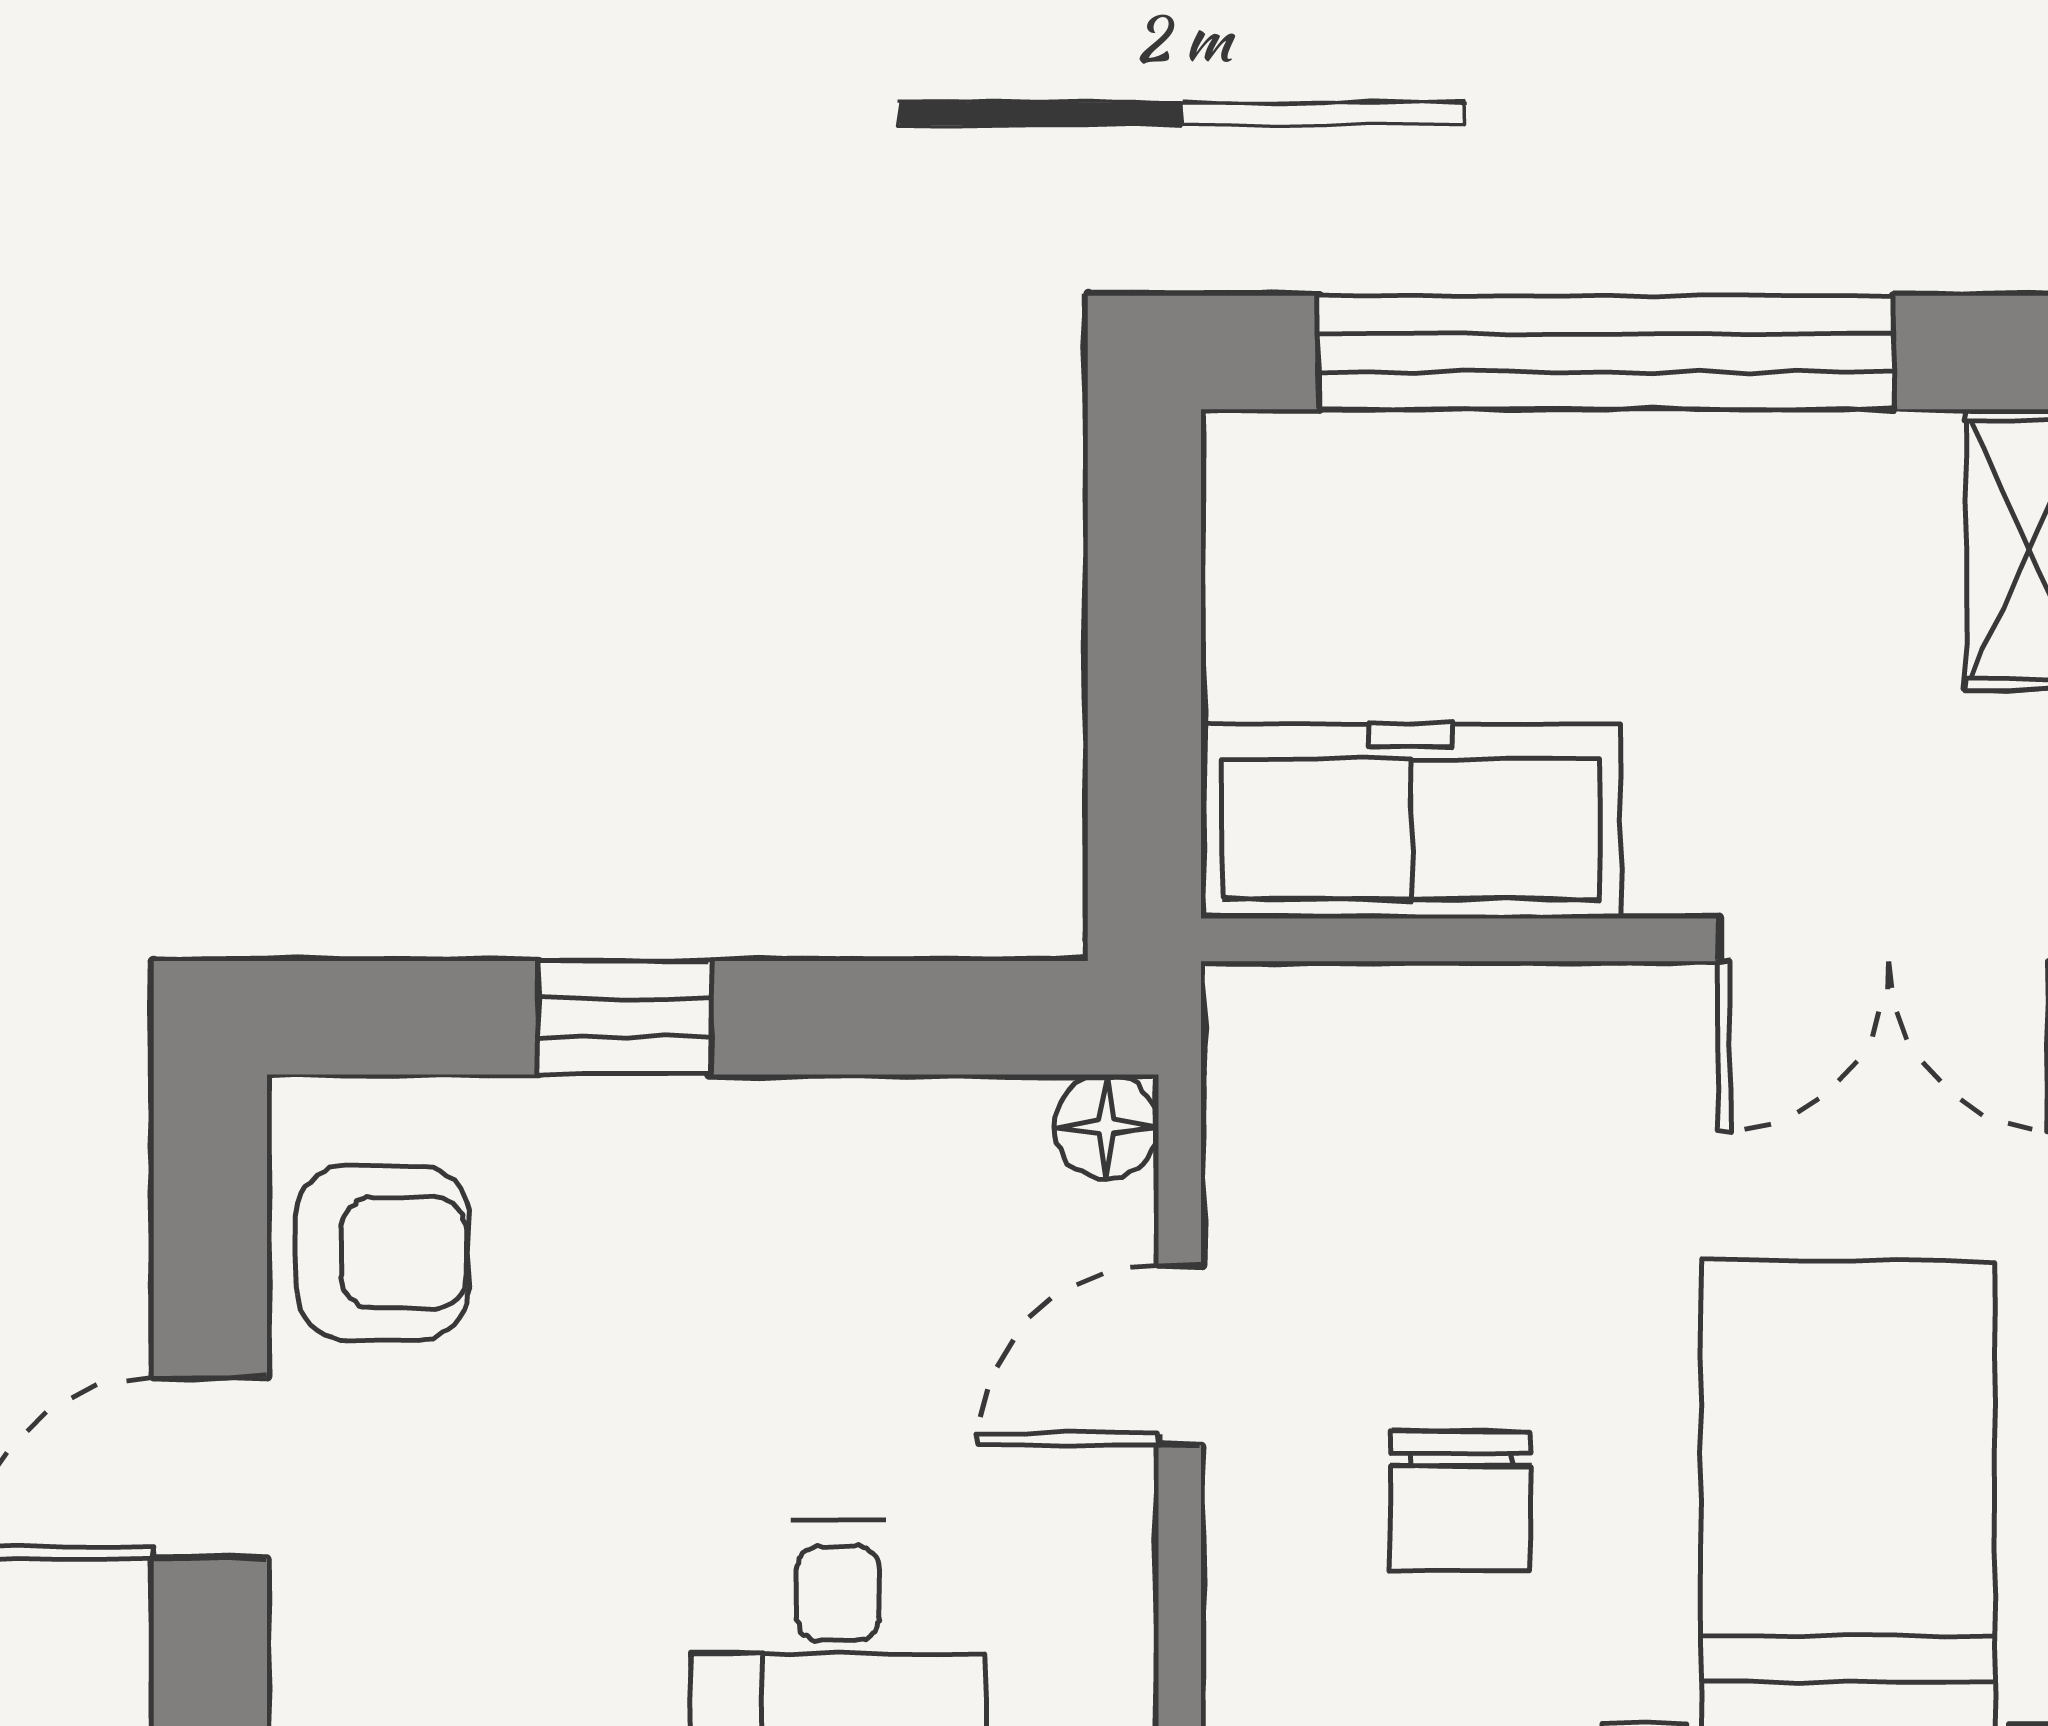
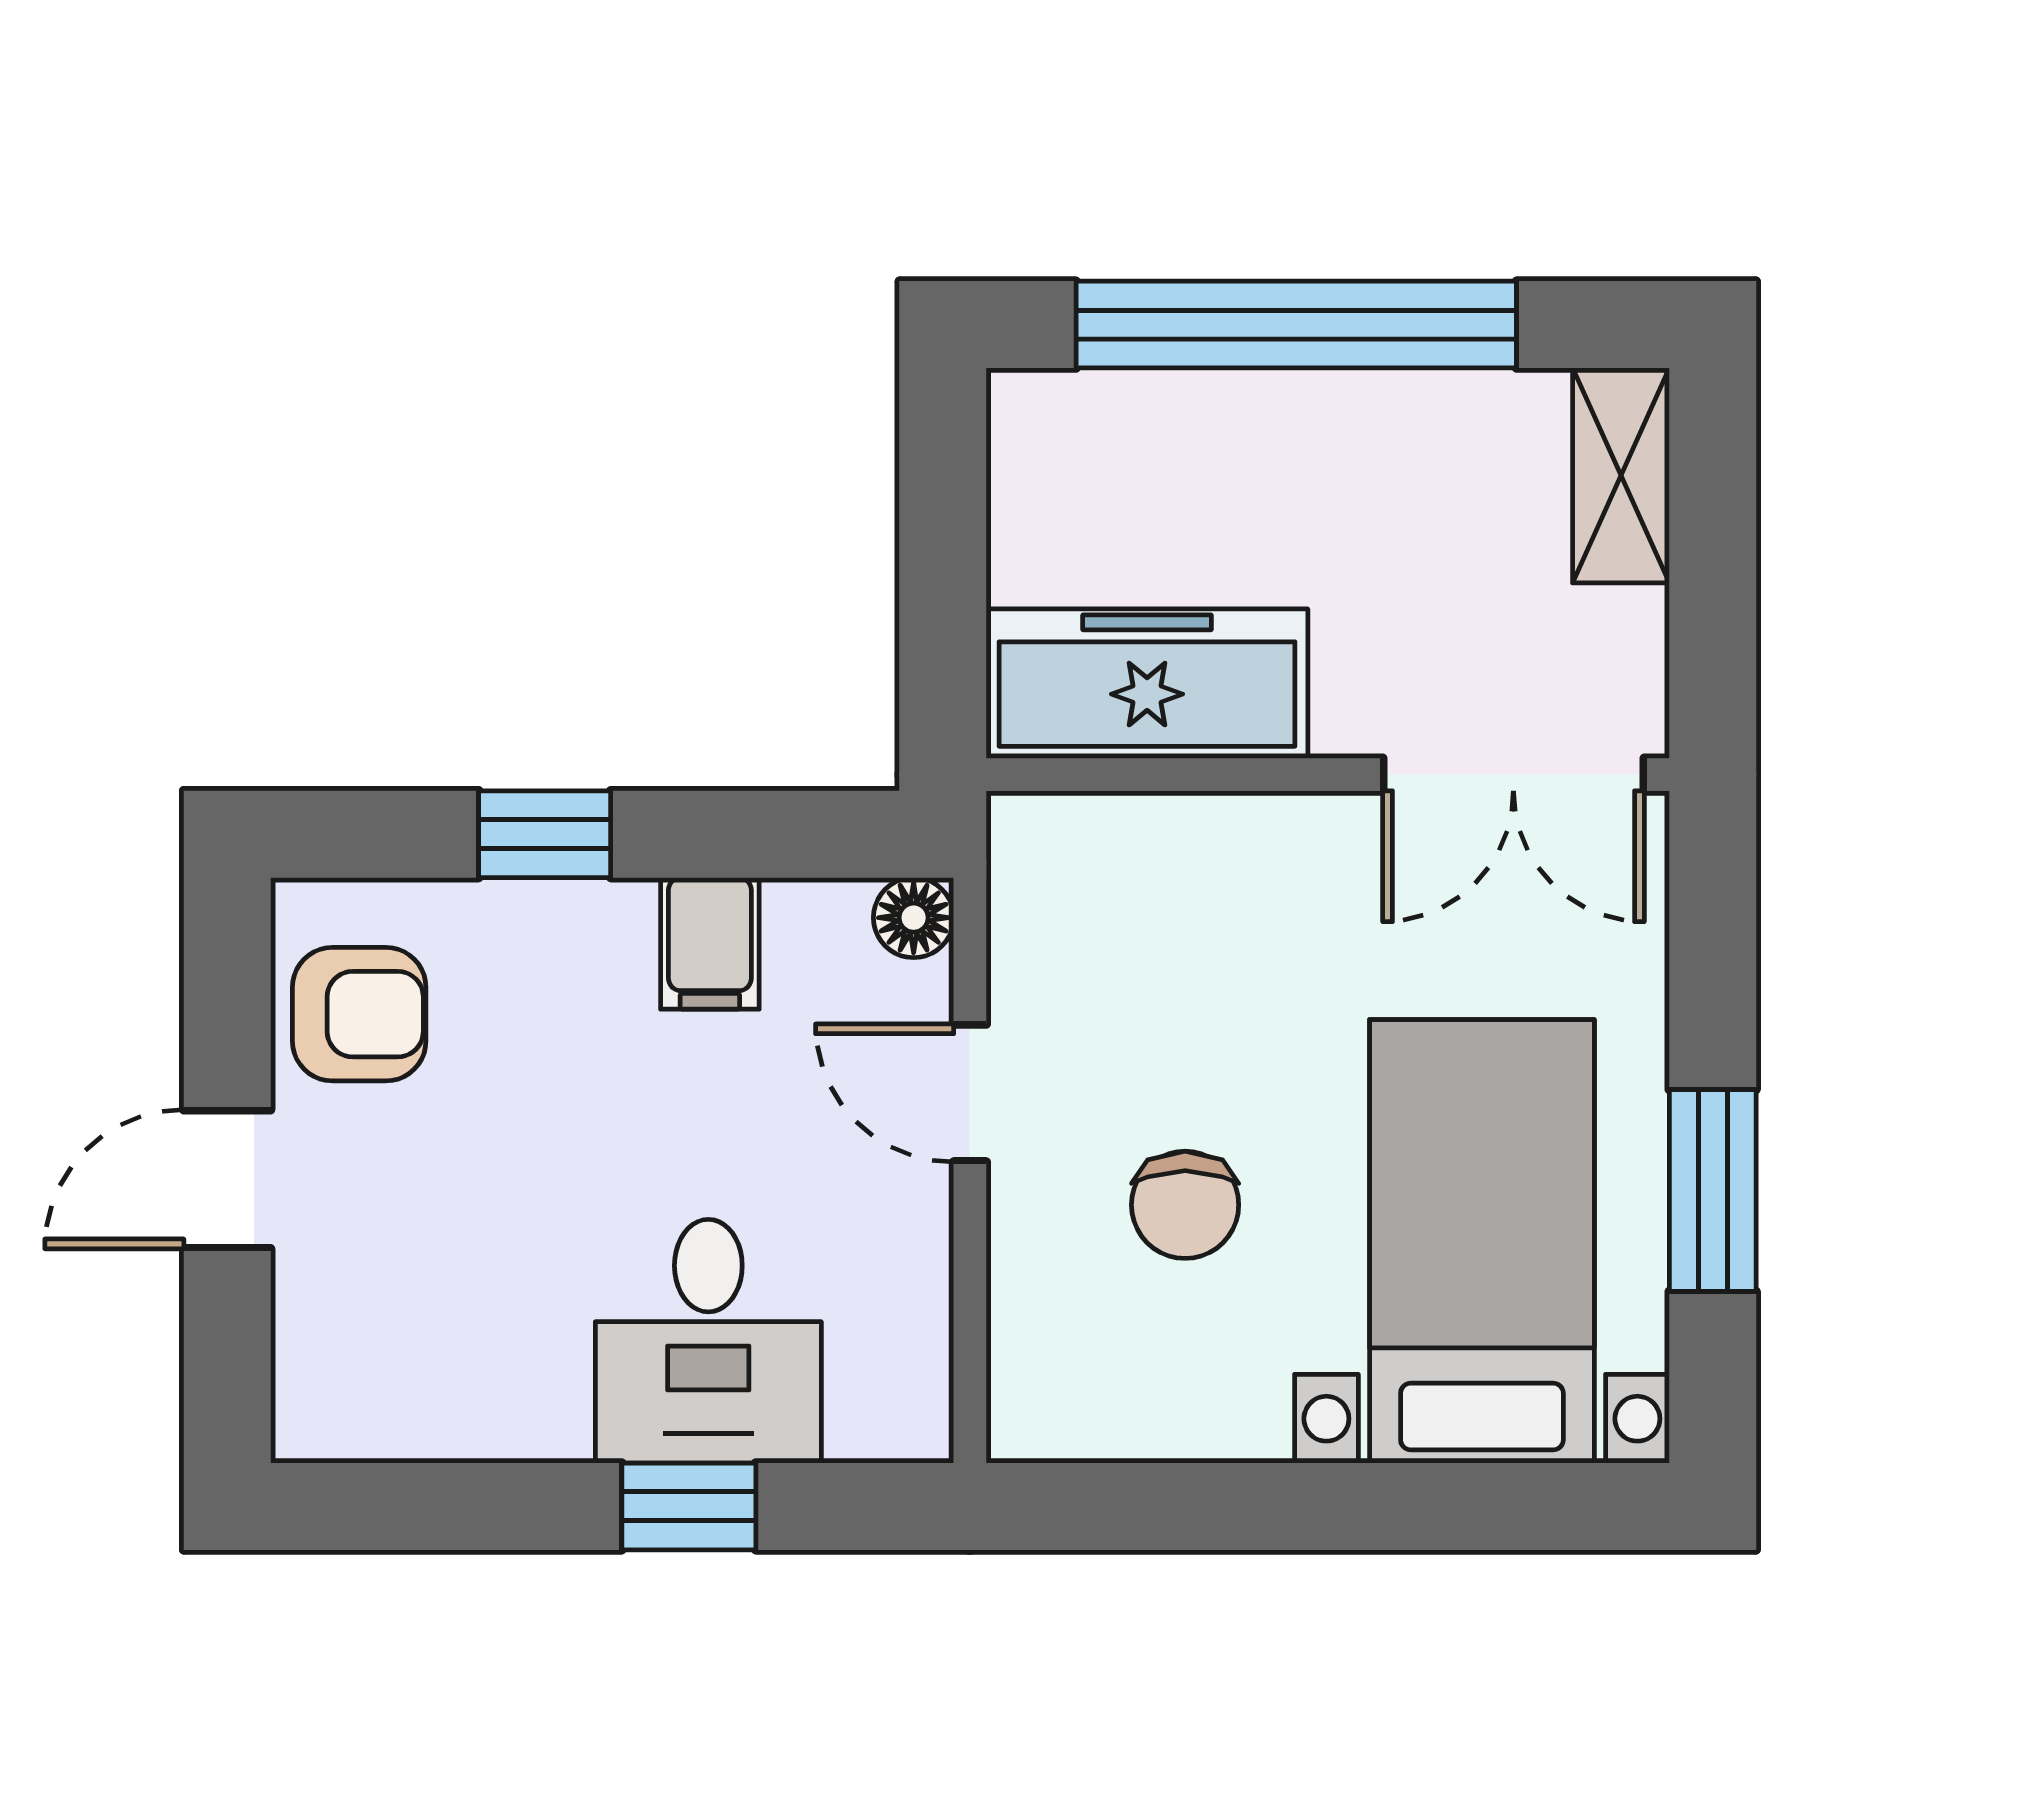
filing cabinet: (840, 1160) -> (710, 943), added
door: (1180, 1355) -> (970, 1093), hinge flipped

